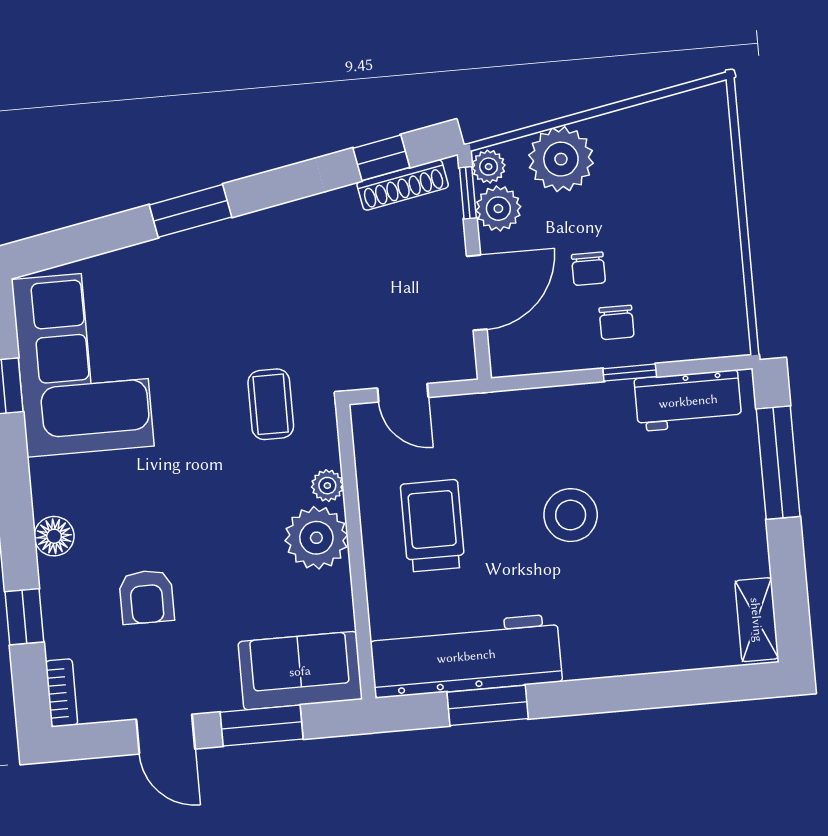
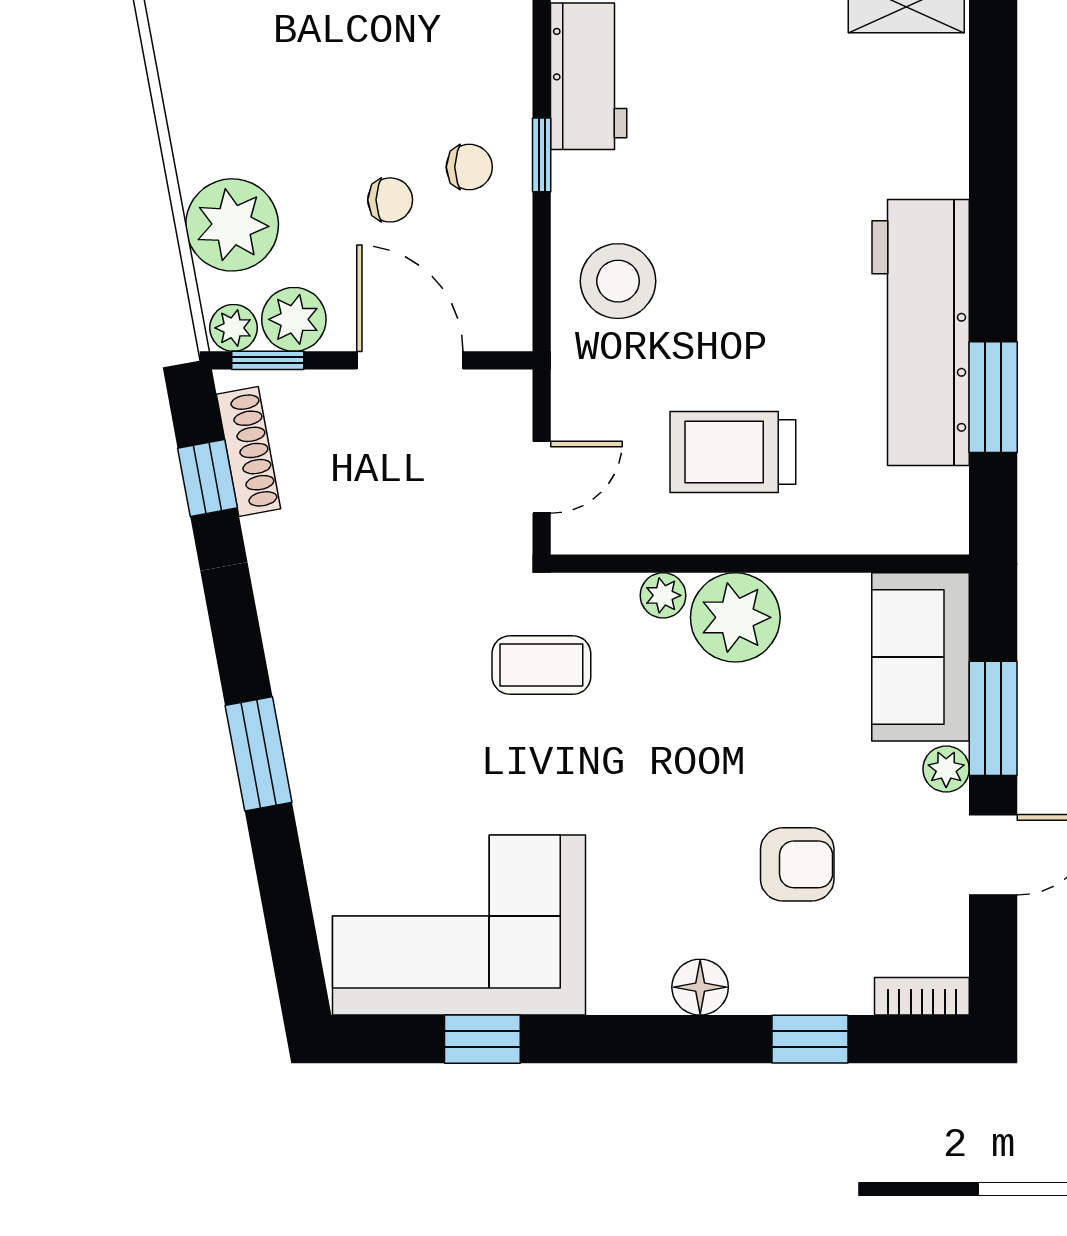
stool: (571, 515) -> (618, 281), moved
workbench: (466, 656) -> (921, 332), moved
plant: (223, 696) -> (946, 769), added

